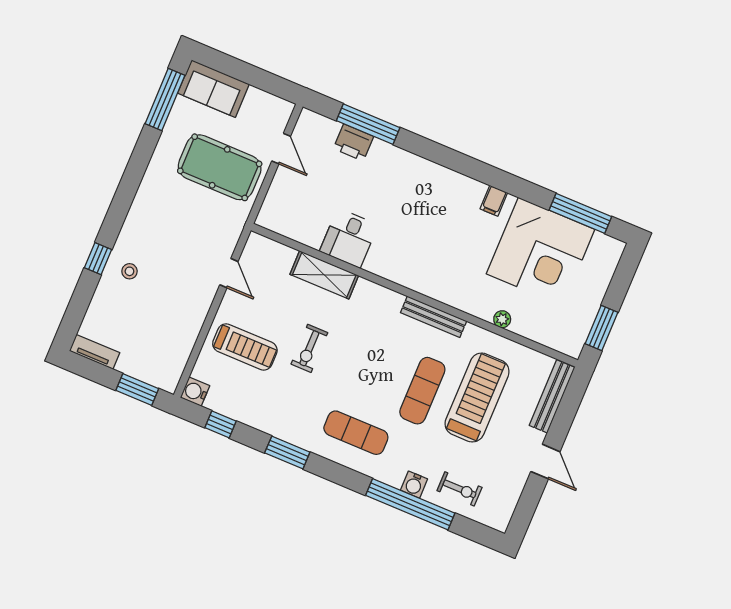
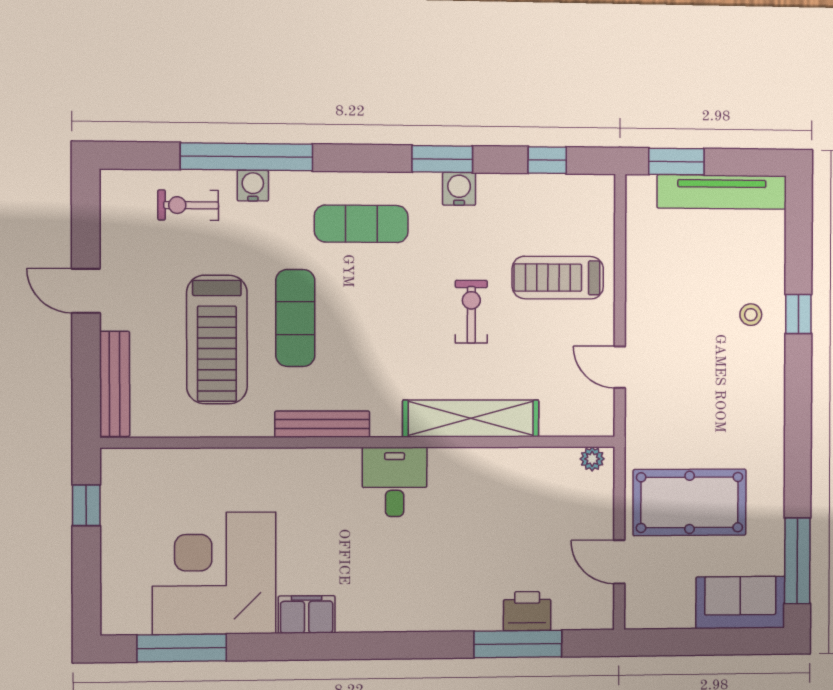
filing cabinet: (494, 201) -> (307, 614), width x2.00
desk: (349, 238) -> (395, 482), moved
shelving: (324, 275) -> (471, 418), width x1.47
plant: (502, 319) -> (592, 459), moved
window: (601, 328) -> (86, 505), width x0.67
tv unit: (95, 352) -> (722, 192), width x1.92, depth x1.29
water cooler: (195, 392) -> (459, 189), moved, turned -90

